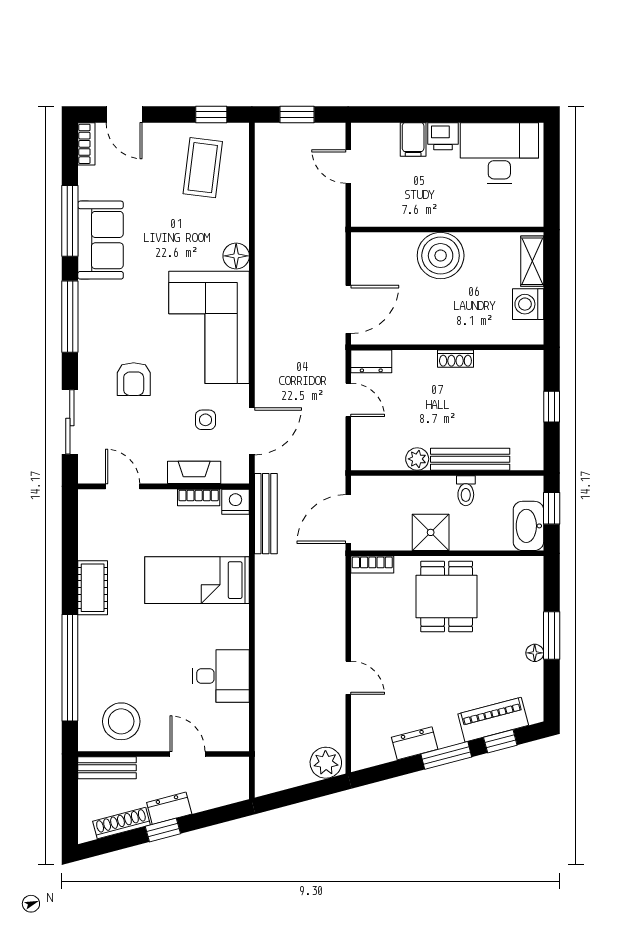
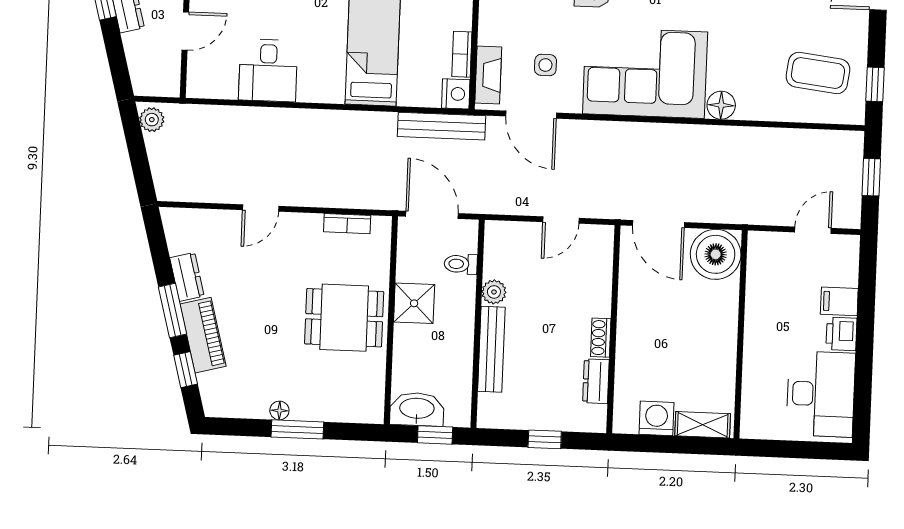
boiler: (441, 256) -> (716, 254), moved
dresser: (371, 361) -> (596, 381), moved
fireplace: (194, 472) -> (488, 75), moved
toilet: (466, 491) -> (461, 264), moved
bookcase: (372, 565) -> (347, 224), moved, turned -90
piano: (493, 720) -> (203, 335), moved
plant: (326, 763) -> (152, 120), moved, width x0.73, depth x0.73

